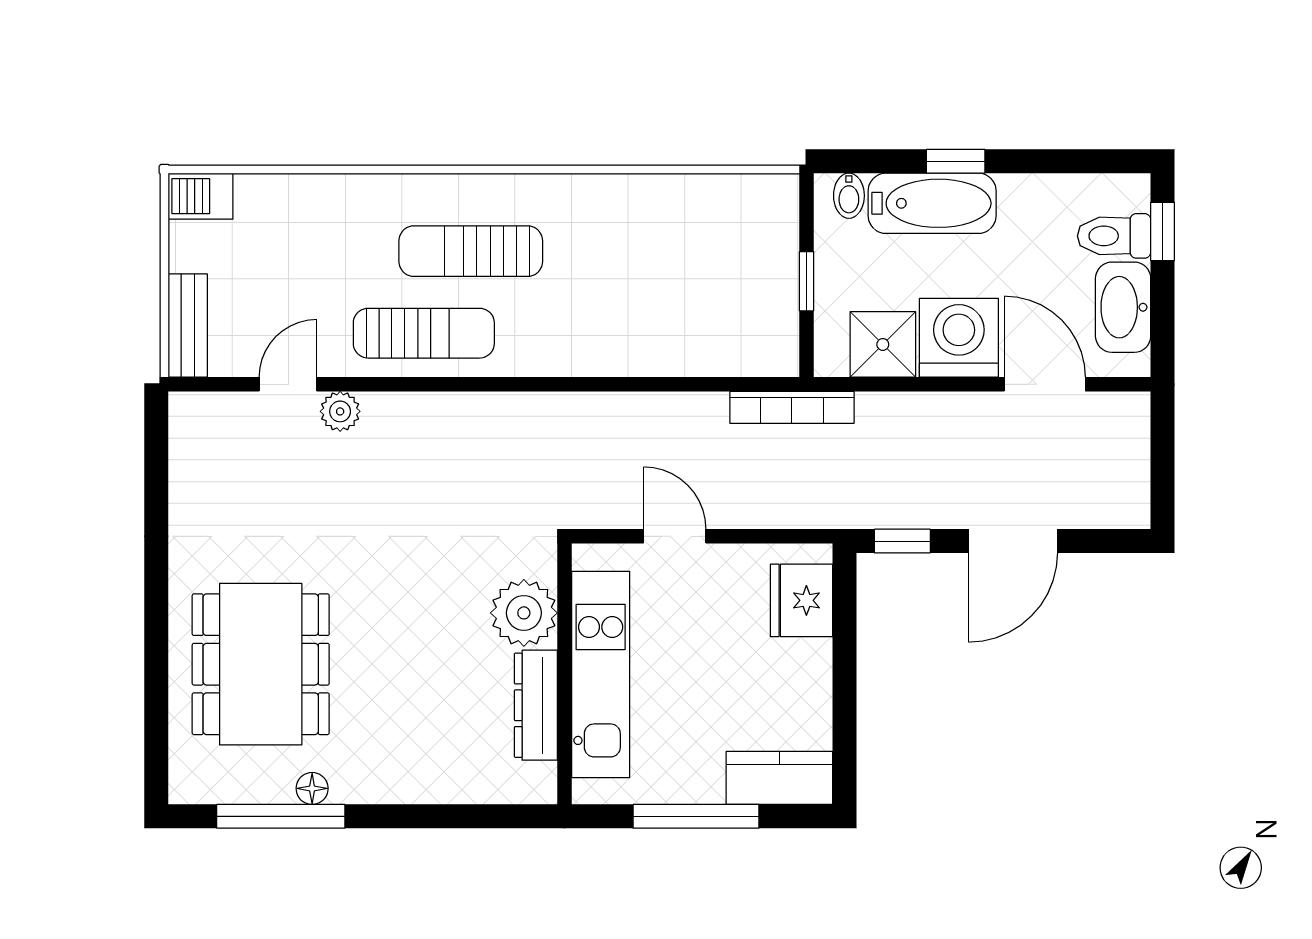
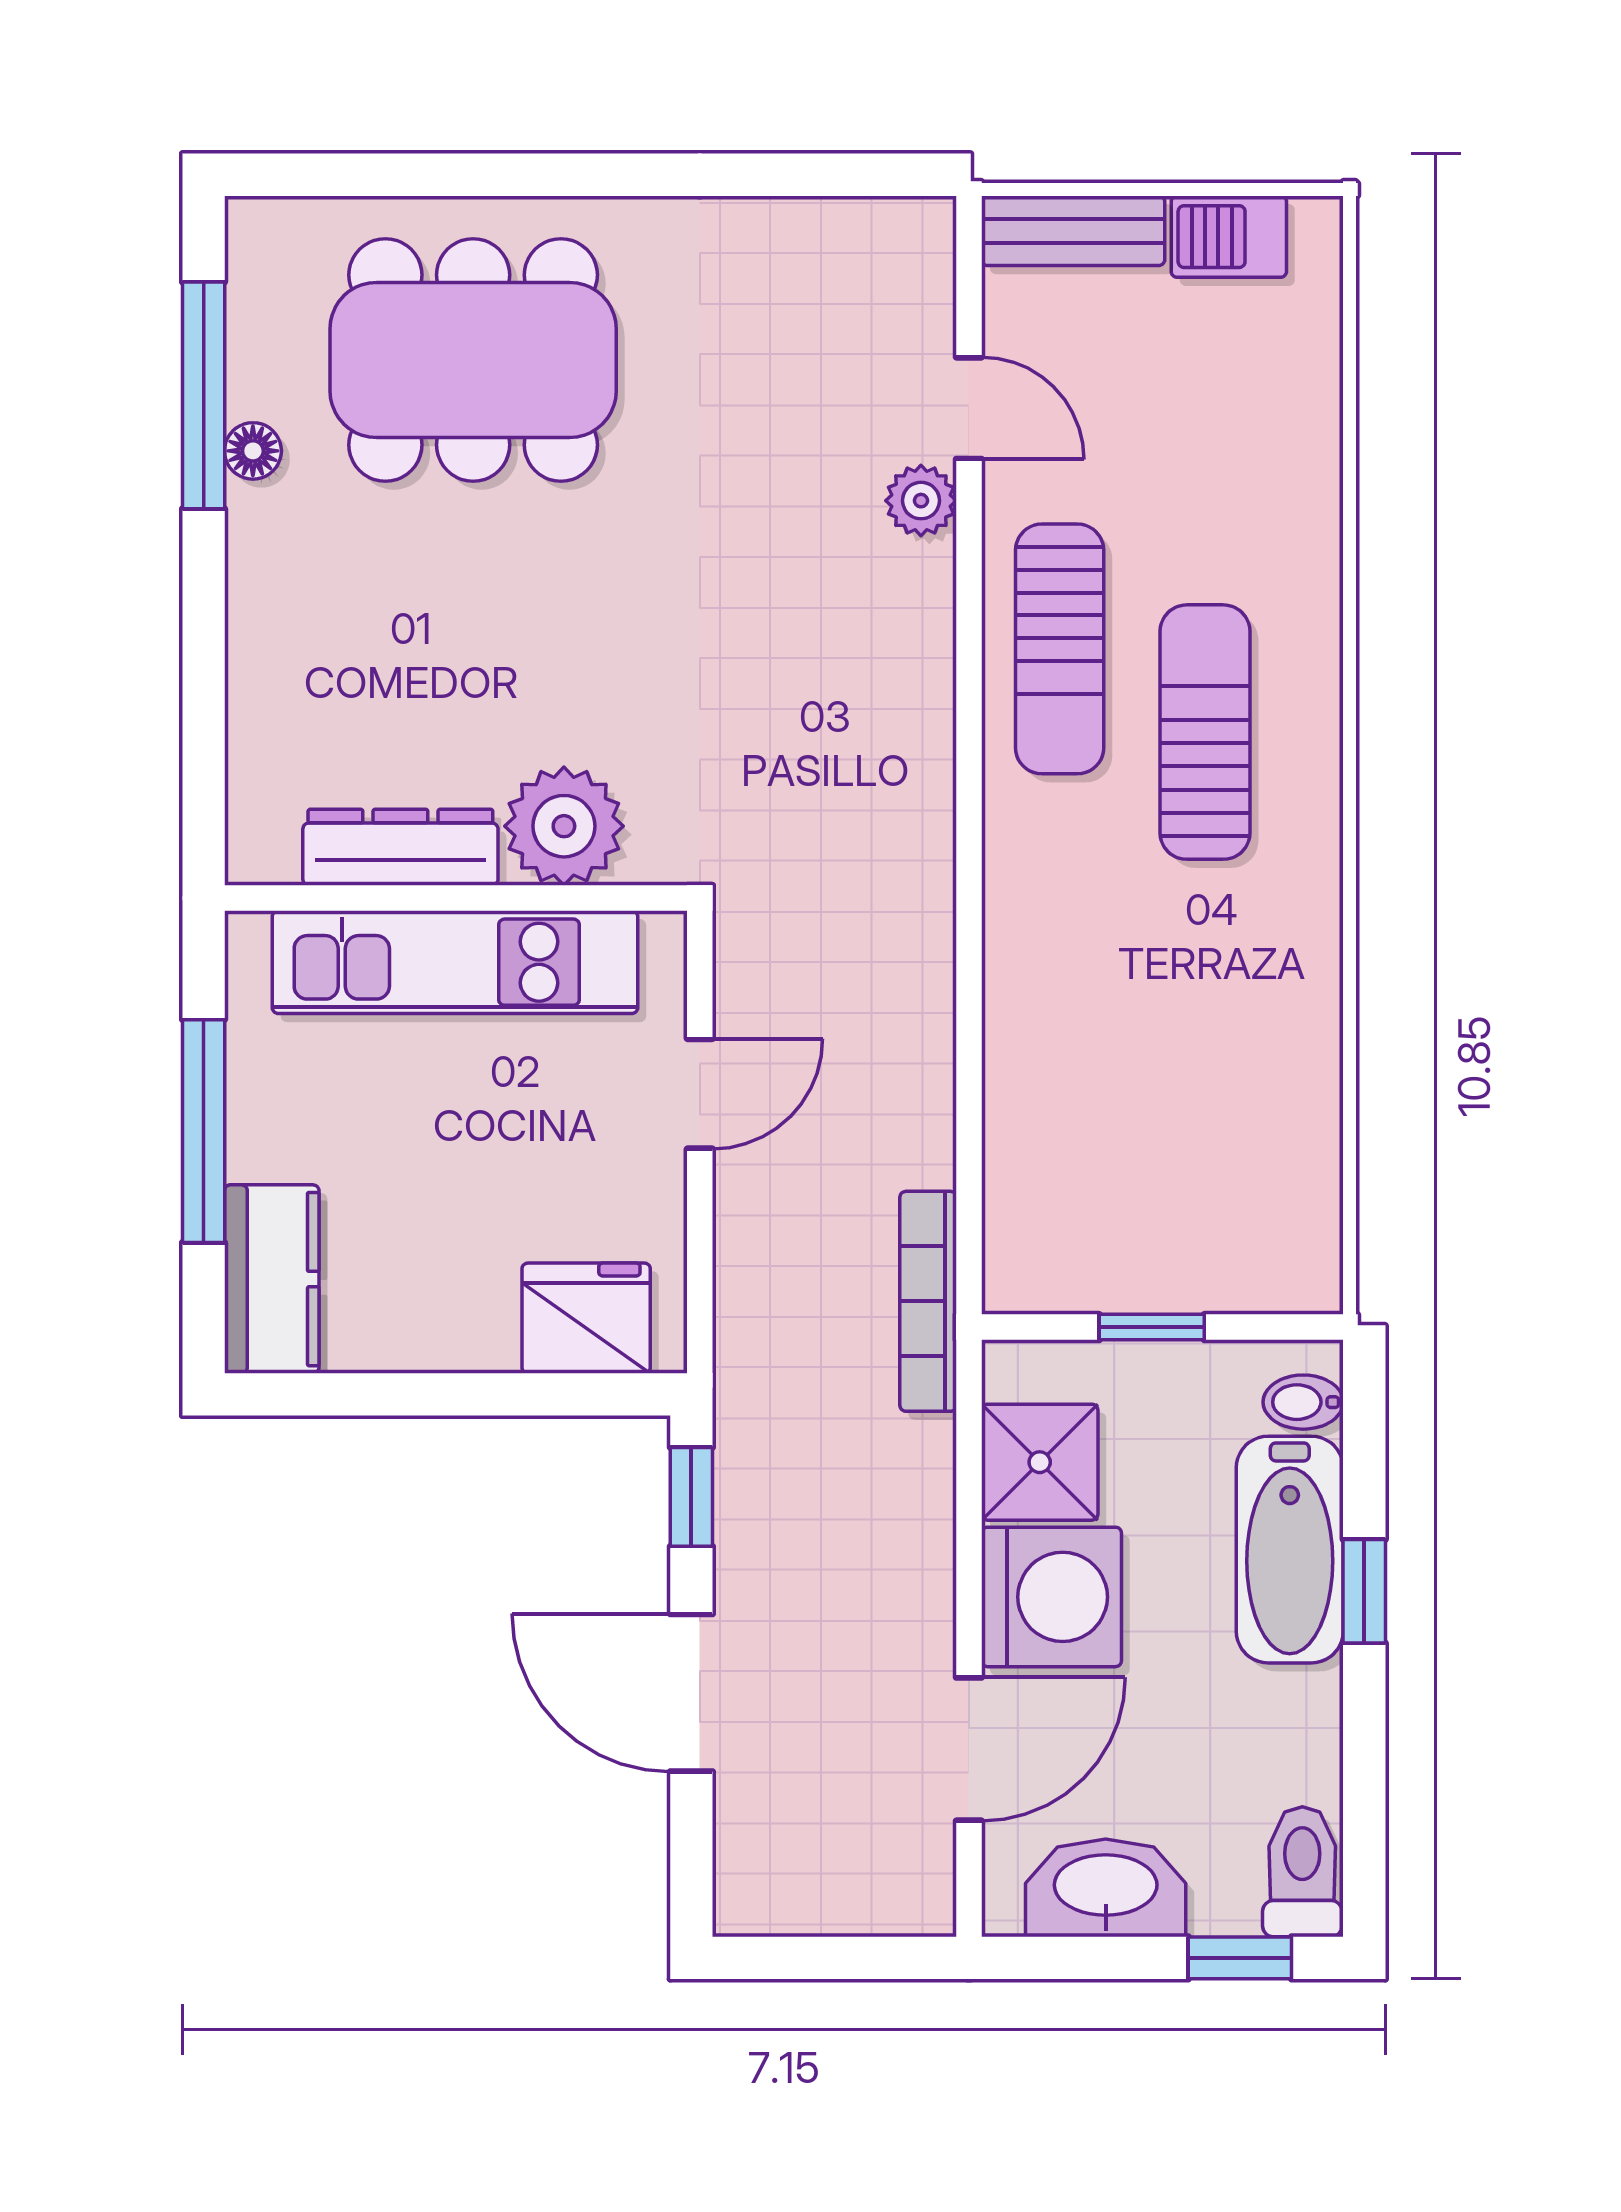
barbecue: (201, 196) -> (1229, 237), moved, turned -90
toilet: (1114, 236) -> (1302, 1872), moved

